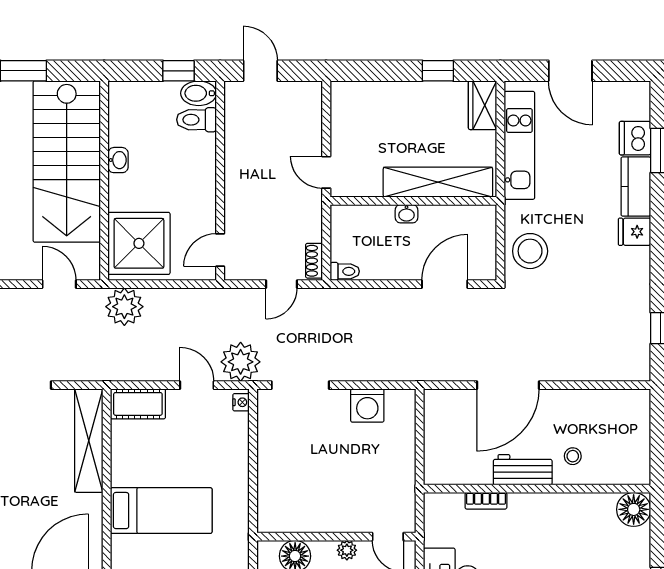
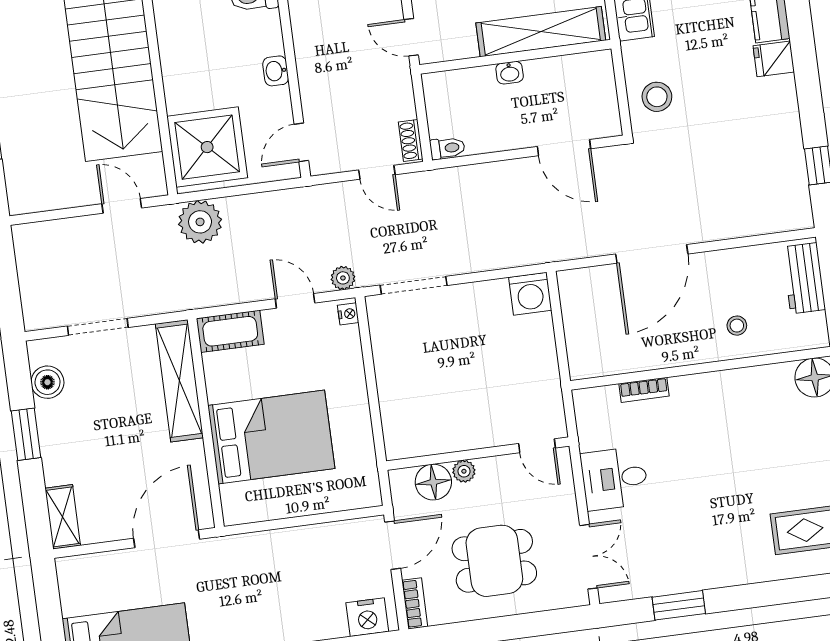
washbasin: (118, 160) -> (276, 71), moved, turned 180
stool: (530, 251) -> (657, 97), width x0.73, depth x0.73
door: (282, 284) -> (377, 172), hinge flipped
door: (445, 284) -> (564, 148), swing flipped
plant: (241, 362) -> (343, 278), width x0.53, depth x0.53
washing machine: (367, 406) -> (530, 294), moved
workbench: (523, 470) -> (804, 278), moved, turned -90
bed: (161, 511) -> (271, 437), width x1.50
plant: (347, 550) -> (464, 471), moved

